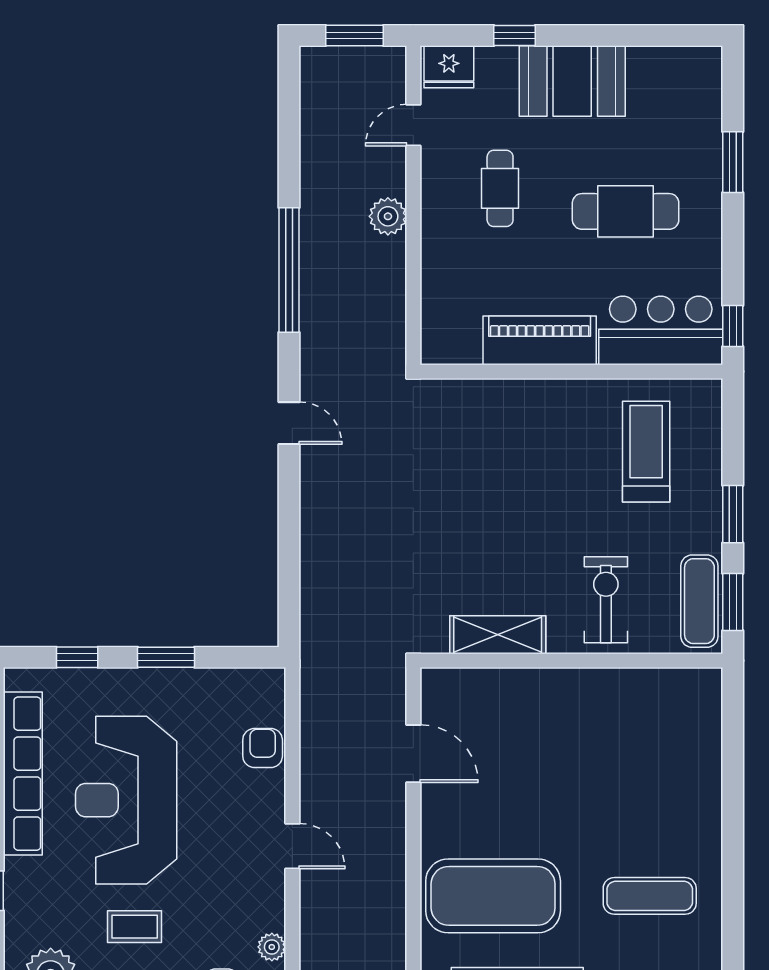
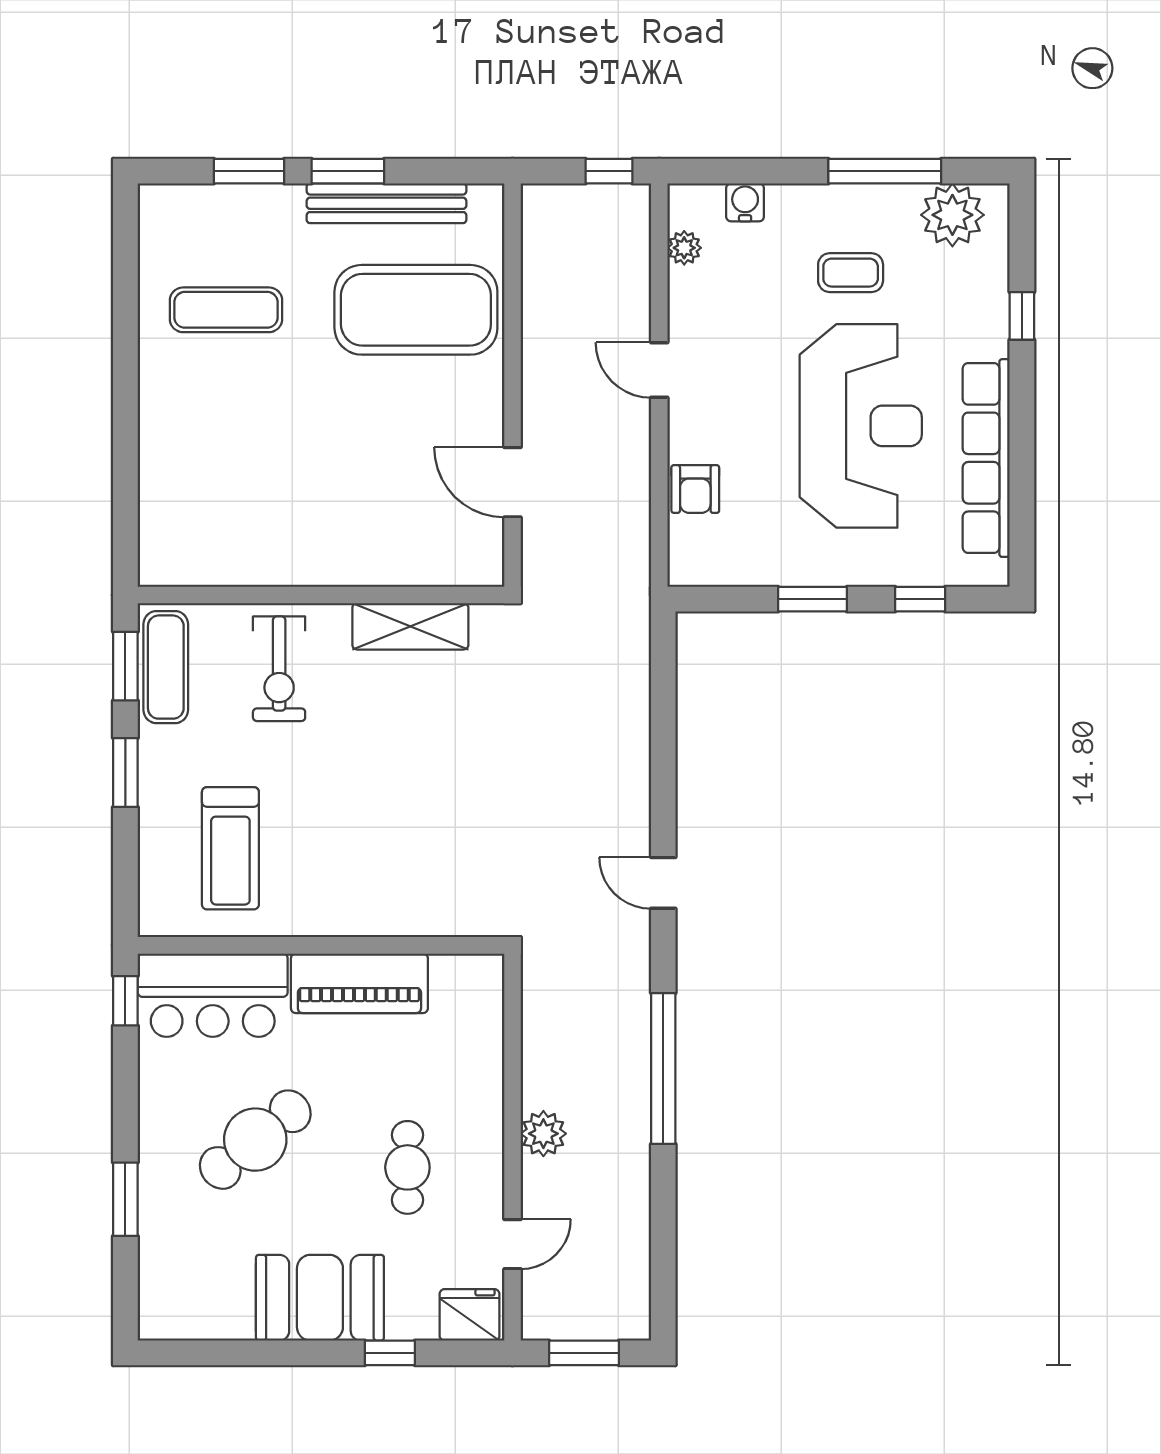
cafe table: (626, 211) -> (255, 1140), turned -39

